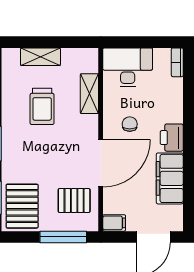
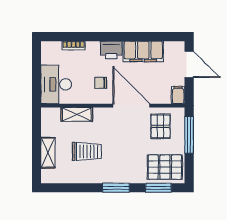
bookcase: (177, 62) -> (74, 46), moved

